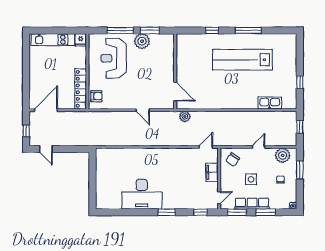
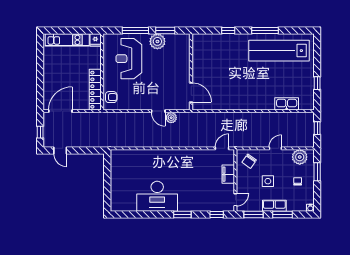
lab bench: (242, 60) -> (279, 51), moved
plant: (185, 116) -> (171, 118), moved
row of seats: (252, 204) -> (274, 206), width x0.68

